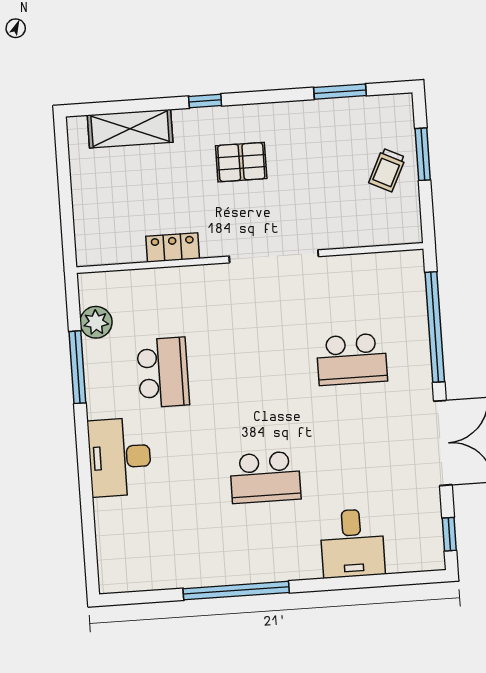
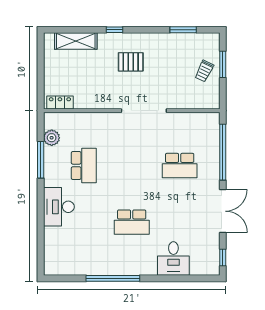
locker: (173, 247) -> (60, 103), moved

